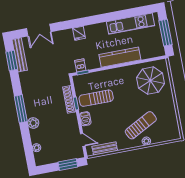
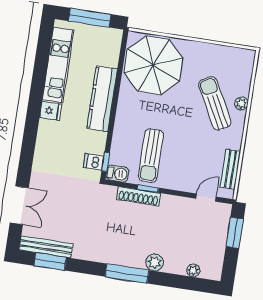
fridge: (79, 33) -> (51, 111), moved
parasol: (151, 81) -> (153, 65), width x1.36, depth x1.36
barbecue: (85, 119) -> (117, 174), moved

